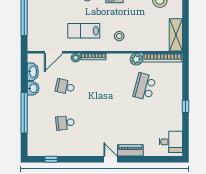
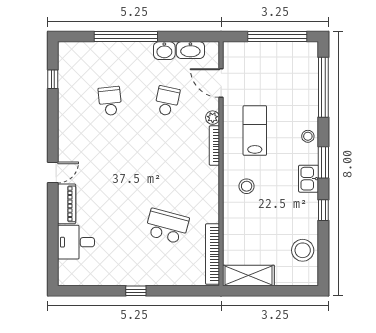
plant: (136, 59) -> (210, 213), removed
desk: (171, 142) -> (76, 242), moved, turned 90

